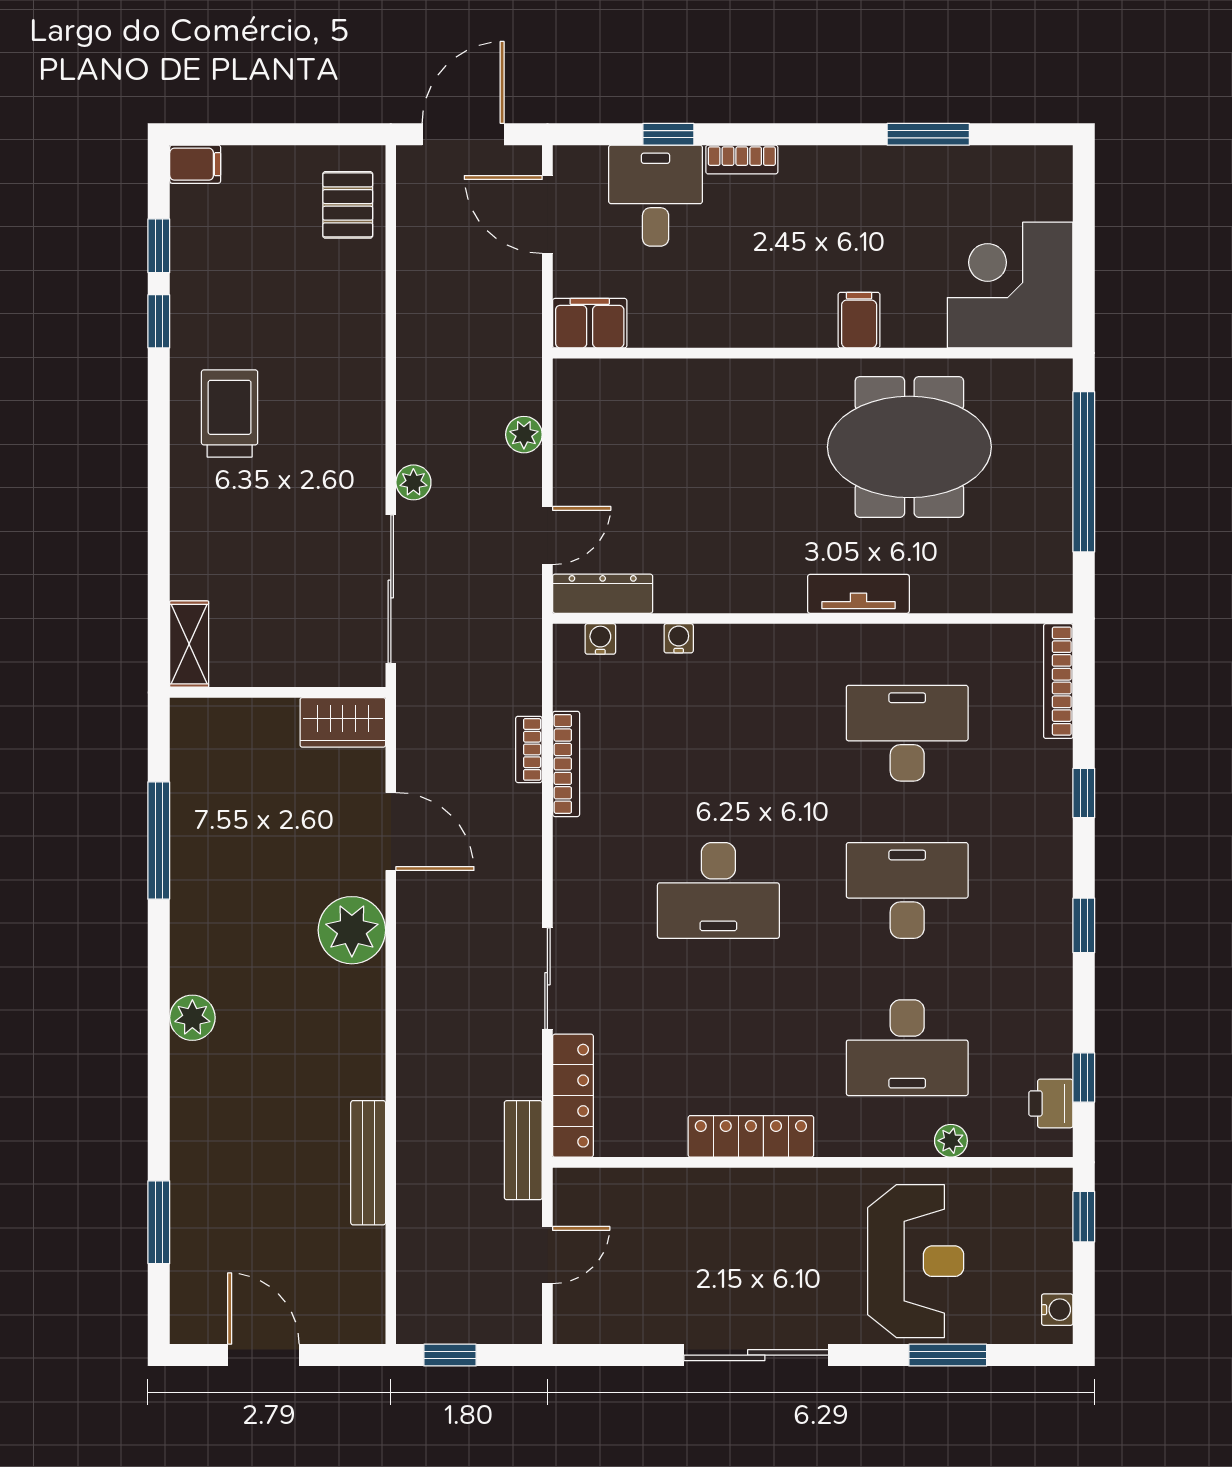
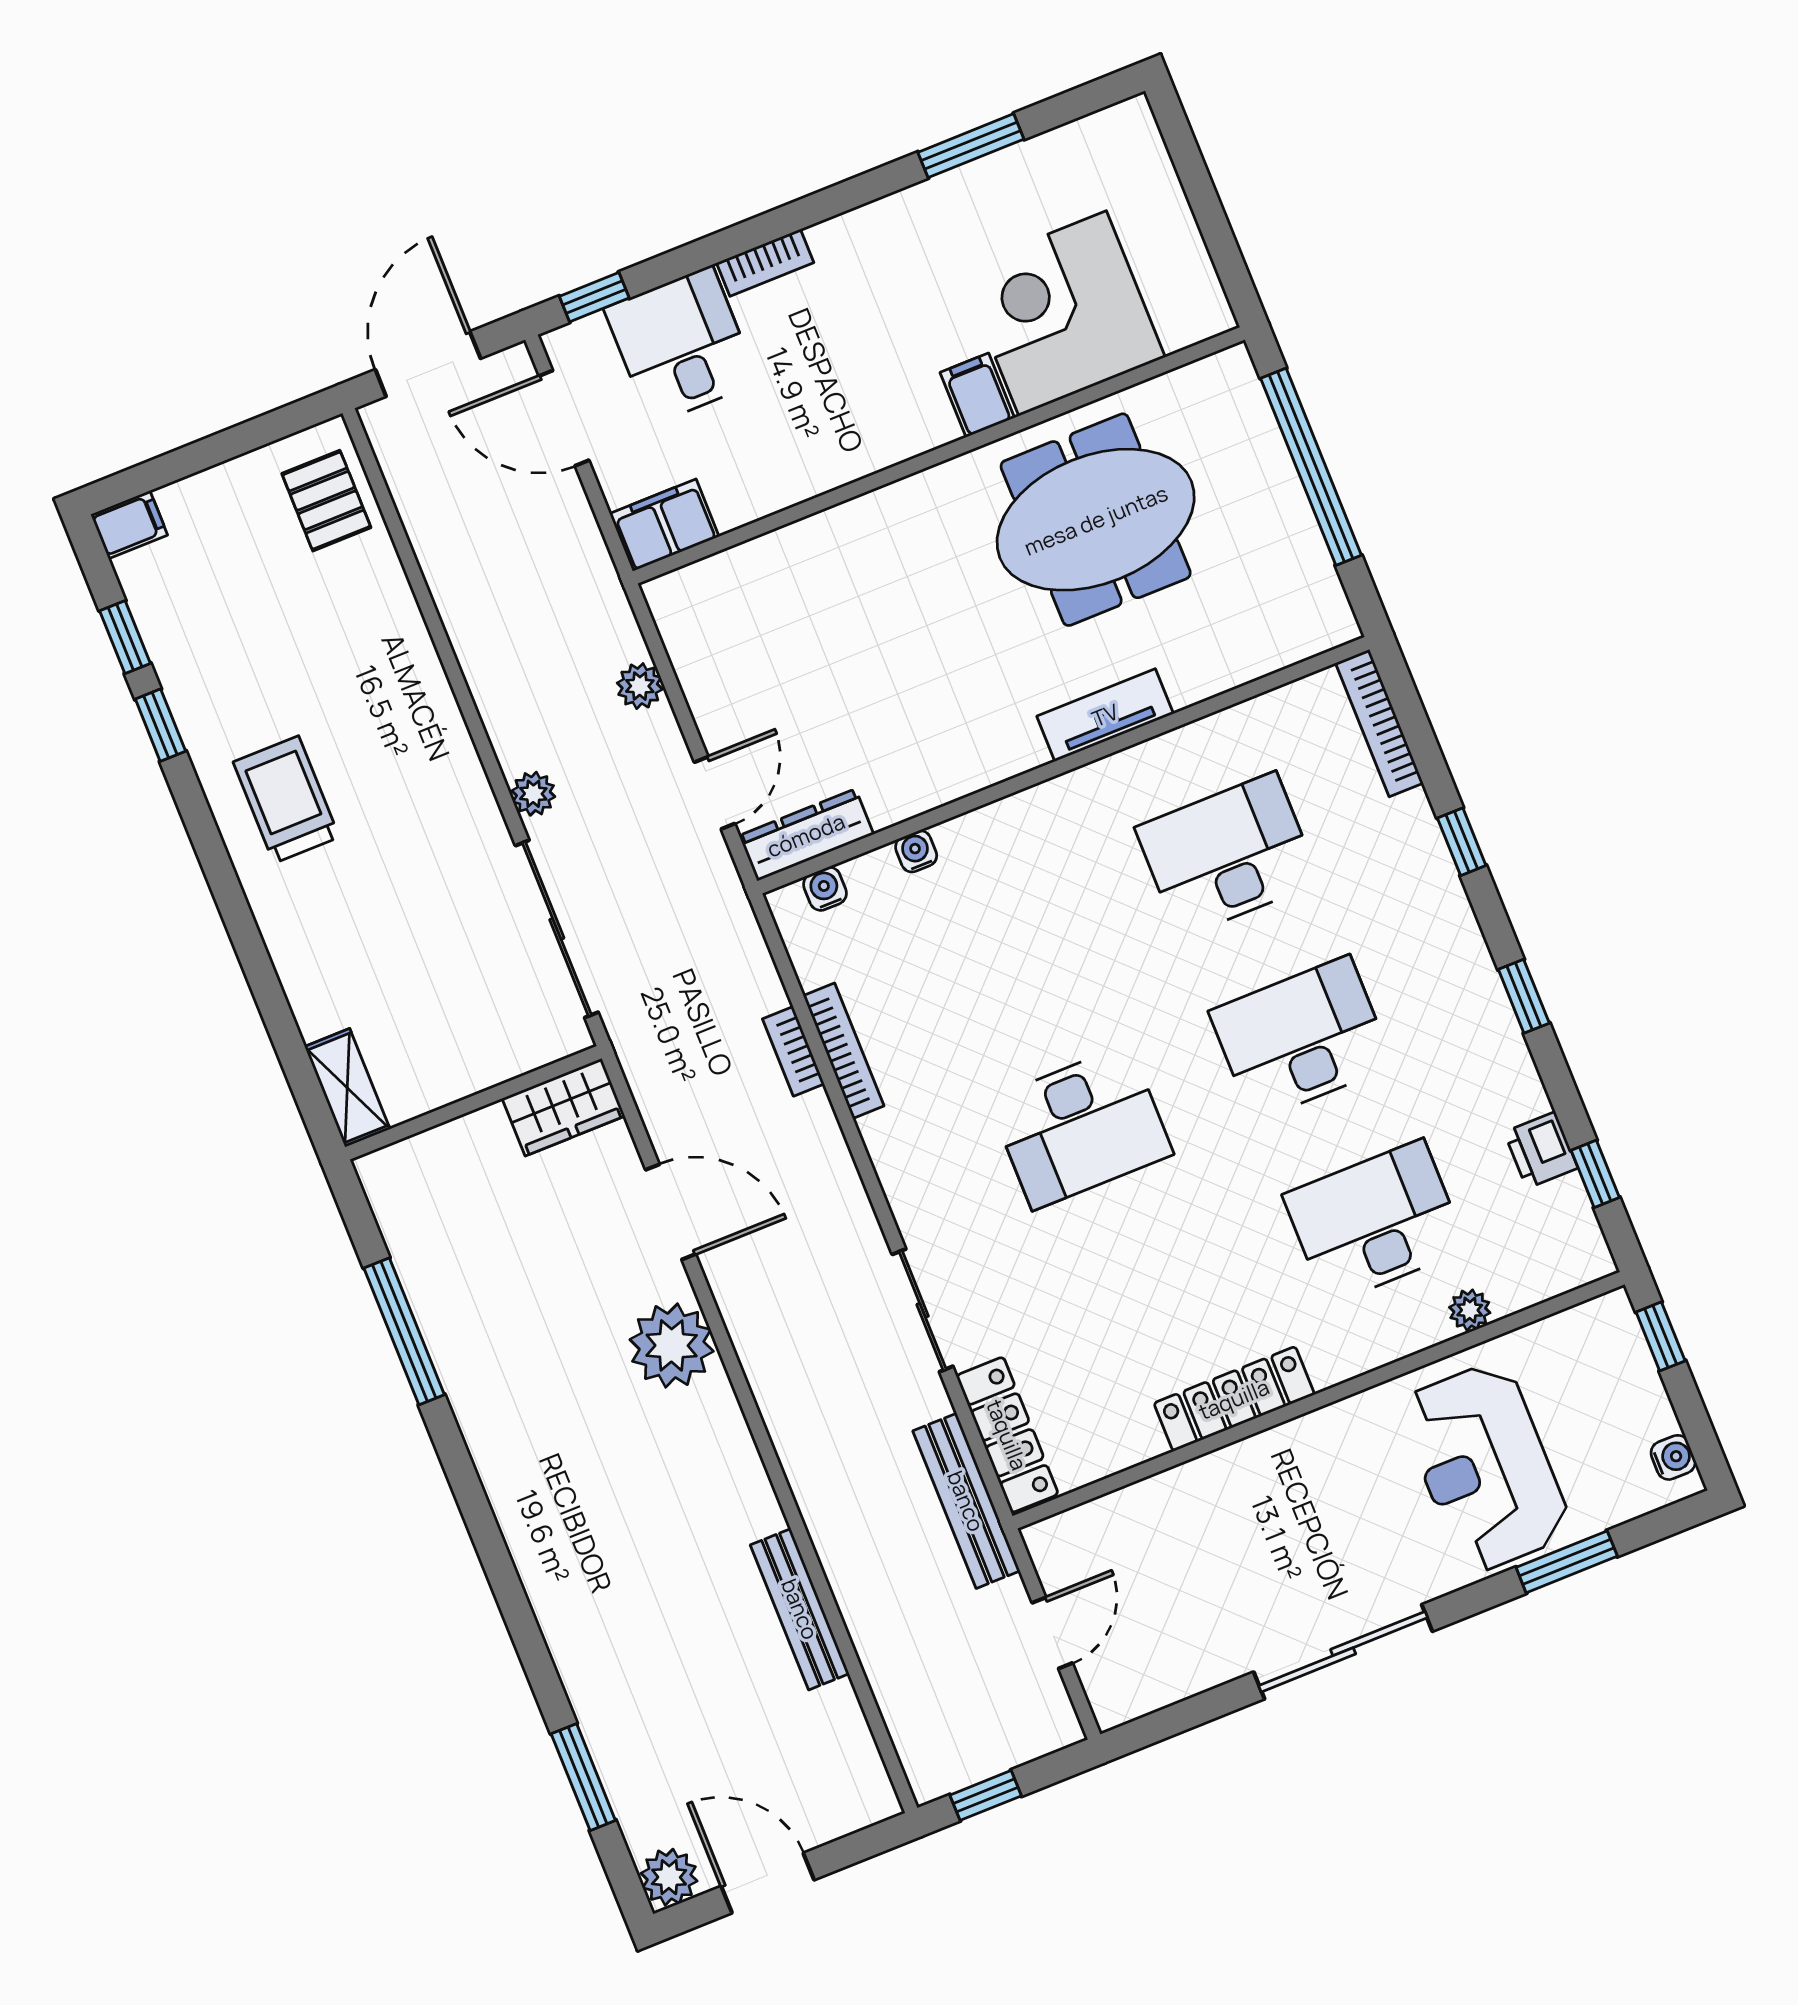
window: (668, 134) -> (594, 297), moved
corner desk: (1010, 285) -> (1063, 313), moved
plant: (192, 1018) -> (669, 1877), moved
desk: (907, 1048) -> (1375, 1222), turned 180
printer: (1051, 1103) -> (1541, 1150), moved
bench: (523, 1150) -> (966, 1501), width x1.36
reception desk: (916, 1261) -> (1485, 1467), turned 180

